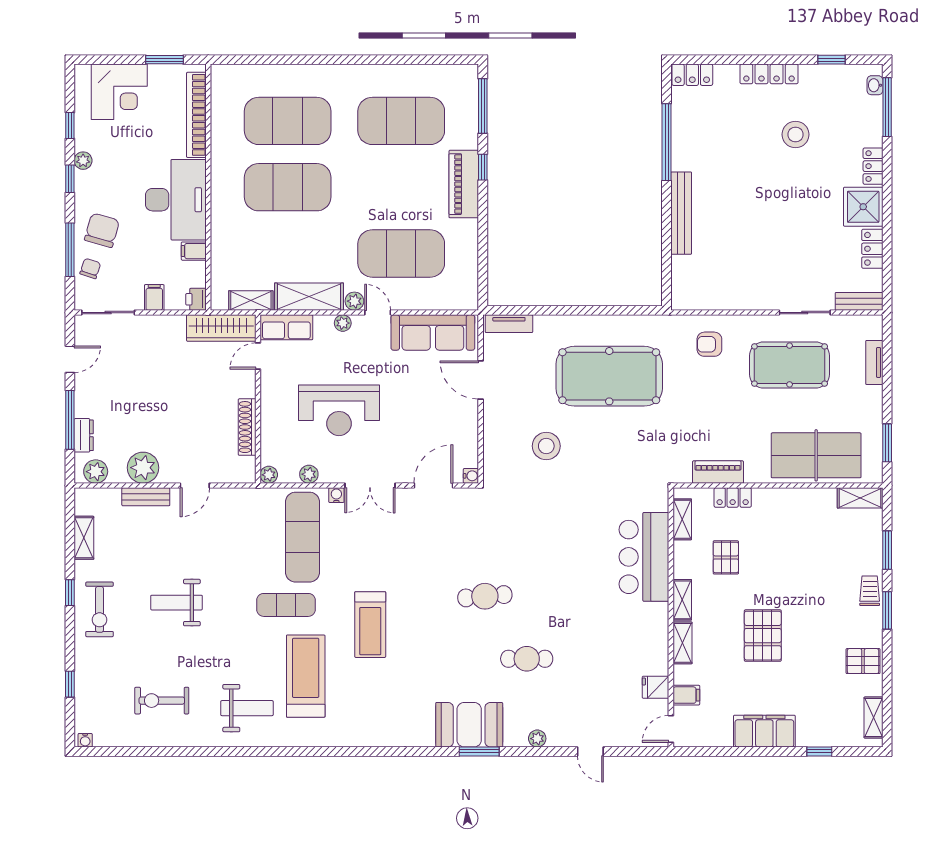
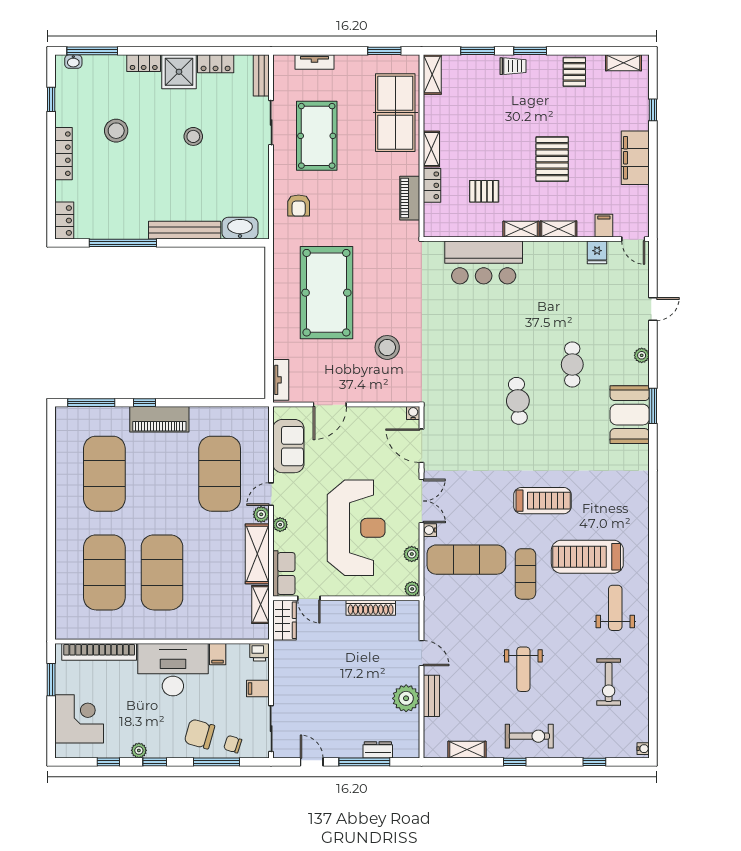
stool: (789, 223) -> (193, 136), added
washbasin: (684, 277) -> (240, 228), added
wardrobe: (221, 328) -> (285, 620), width x0.67
sofa: (433, 333) -> (288, 446), width x0.73
reception desk: (339, 410) -> (356, 528), width x1.36, depth x1.30
plant: (96, 472) -> (409, 739), removed
shelving: (682, 519) -> (431, 149), moved, turned 90
trolley: (870, 591) -> (513, 66), turned 180
pallet: (763, 636) -> (552, 159), turned 90

